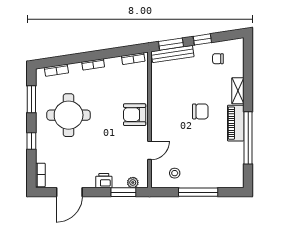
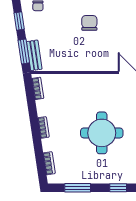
bench: (173, 54) -> (34, 55), width x0.73
round table: (69, 115) -> (102, 133), moved
armchair: (135, 115) -> (92, 87), removed

